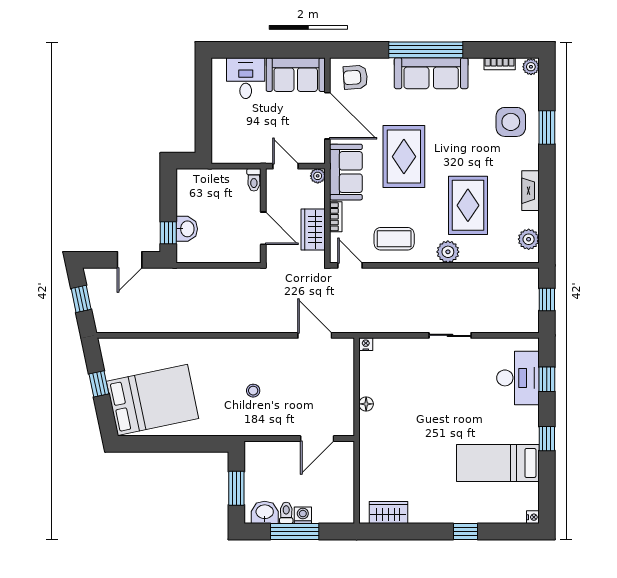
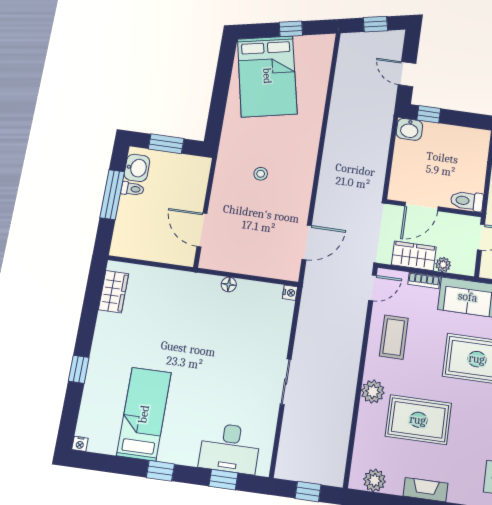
plant: (318, 176) -> (443, 265), moved
toilet: (254, 180) -> (467, 201), width x1.37, depth x1.39
washbasin: (187, 229) -> (409, 129), moved
washing machine: (303, 515) -> (127, 205), removed

